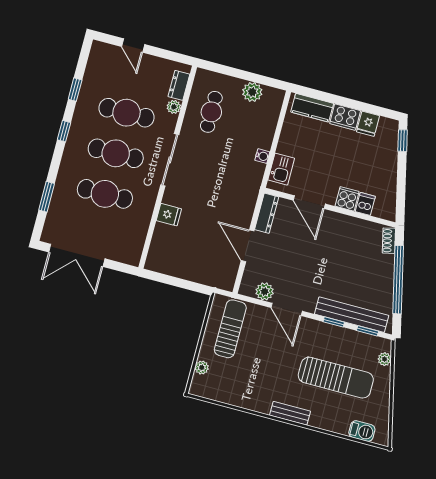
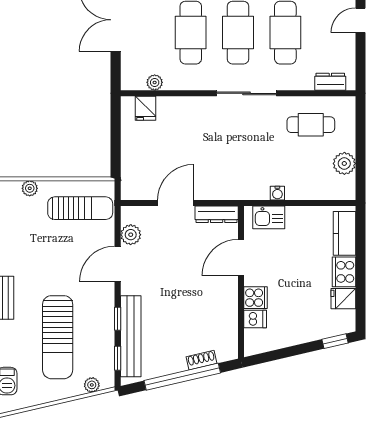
plant: (174, 107) -> (155, 82), moved
fridge: (169, 215) -> (145, 108), moved
shoe rack: (389, 241) -> (201, 360), moved

